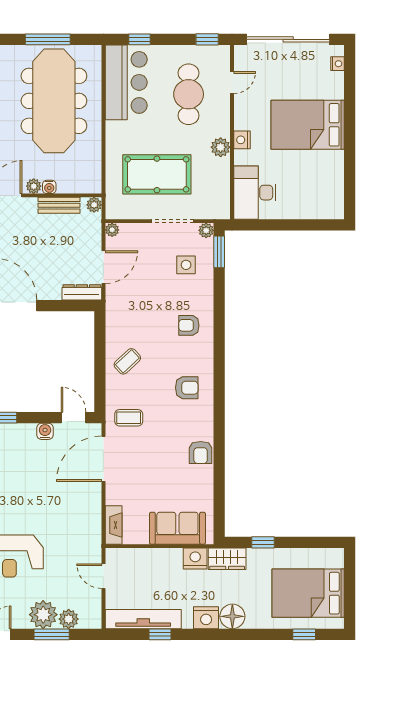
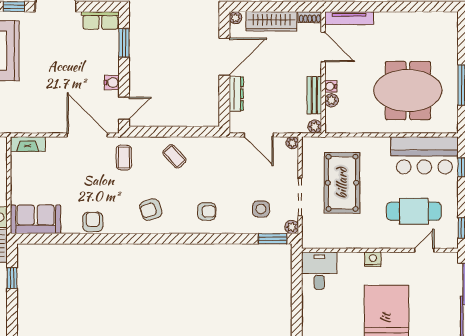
door: (232, 83) -> (424, 250), swing flipped
meeting table: (54, 101) -> (408, 91), width x0.73
plant: (221, 147) -> (366, 240), removed
plant: (34, 186) -> (331, 100), moved
desk: (255, 193) -> (319, 271), width x0.73
dresser: (82, 292) -> (236, 94), moved
armchair: (189, 325) -> (207, 211), turned 90
armchair: (187, 388) -> (151, 210), turned 72
armchair: (201, 452) -> (93, 222), turned 90
sofa: (177, 528) -> (36, 219), moved, turned -90

